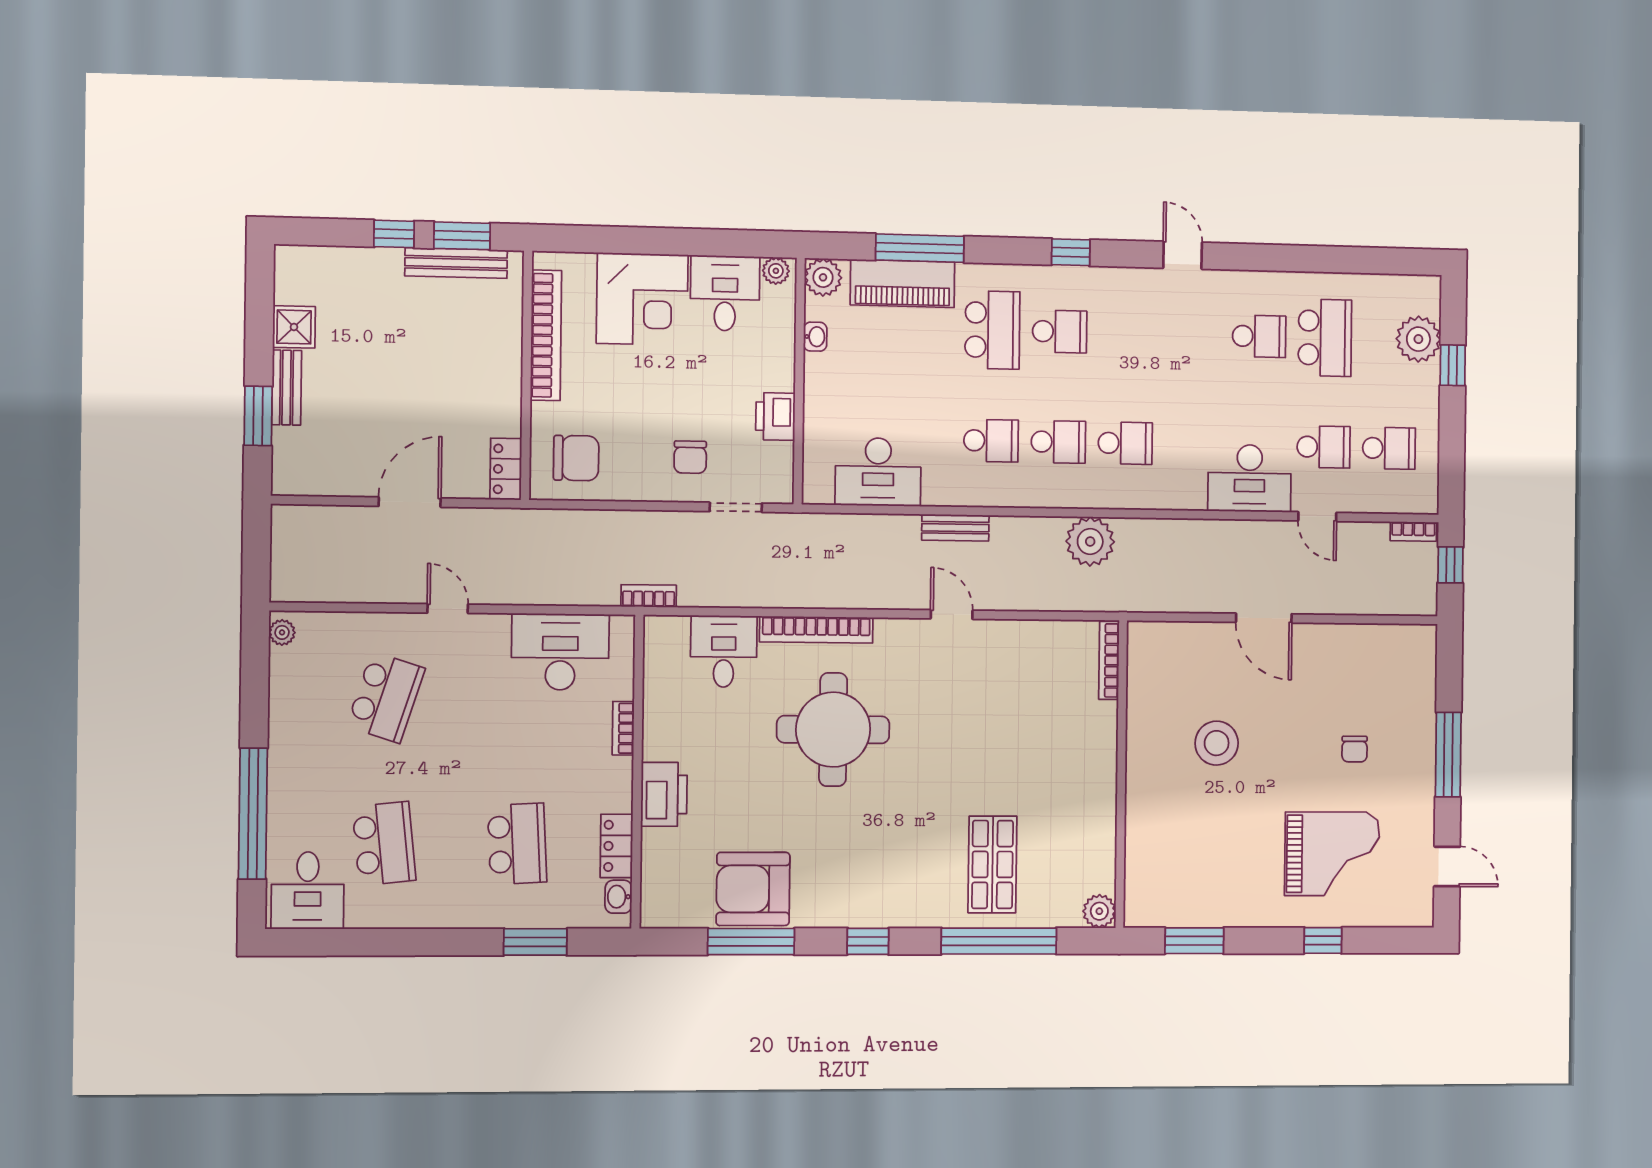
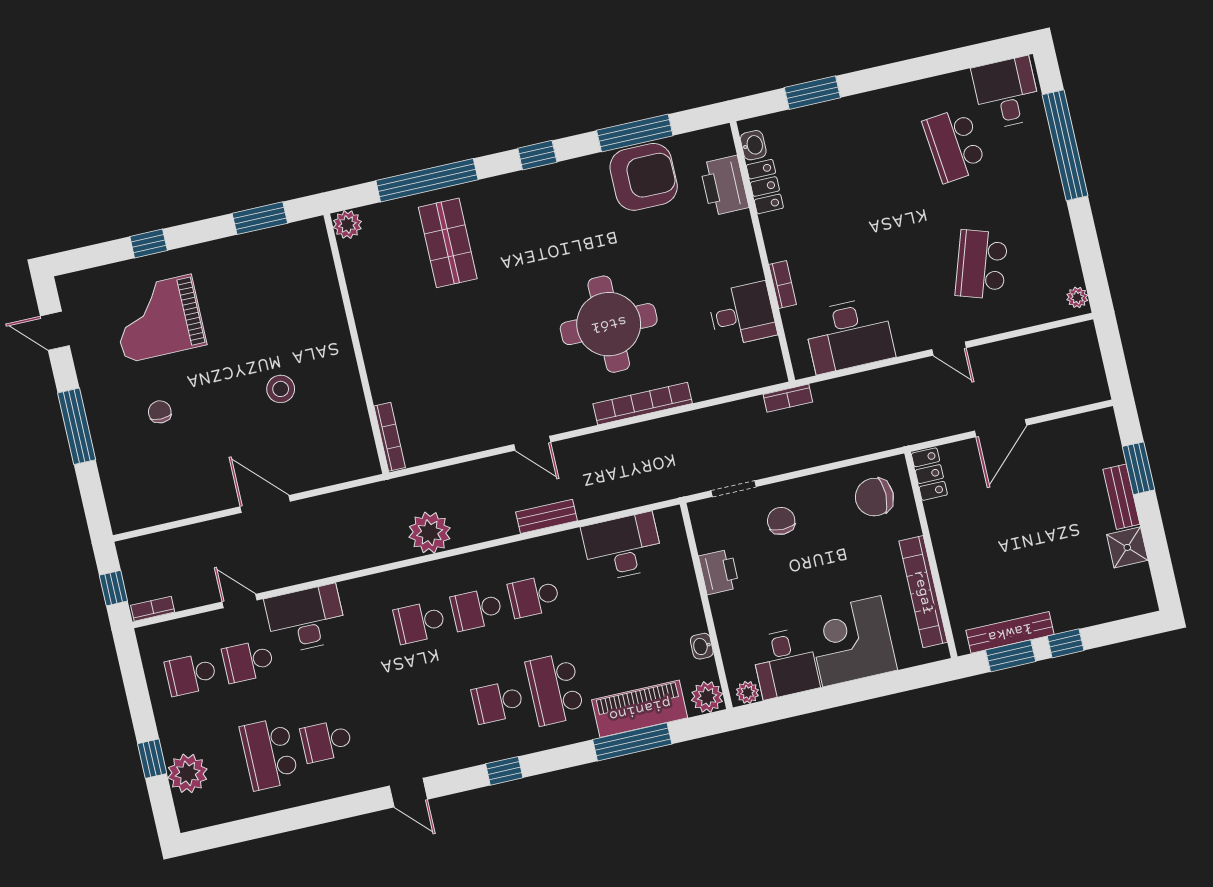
desk: (724, 651) -> (742, 314), moved, turned -90
stool: (1217, 743) -> (281, 389), width x0.73, depth x0.73
printer: (664, 794) -> (724, 186), moved
school desk: (517, 844) -> (847, 170), removed

